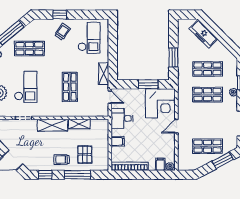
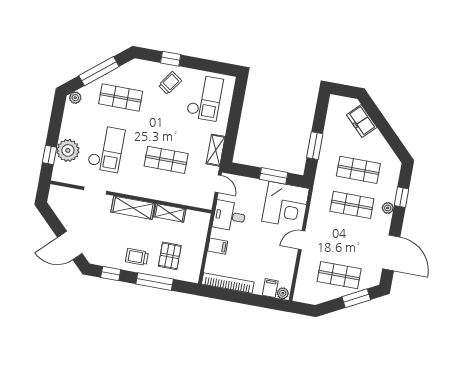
freezer: (203, 34) -> (362, 121), width x0.71
shop shelf: (70, 87) -> (166, 160), turned 90

